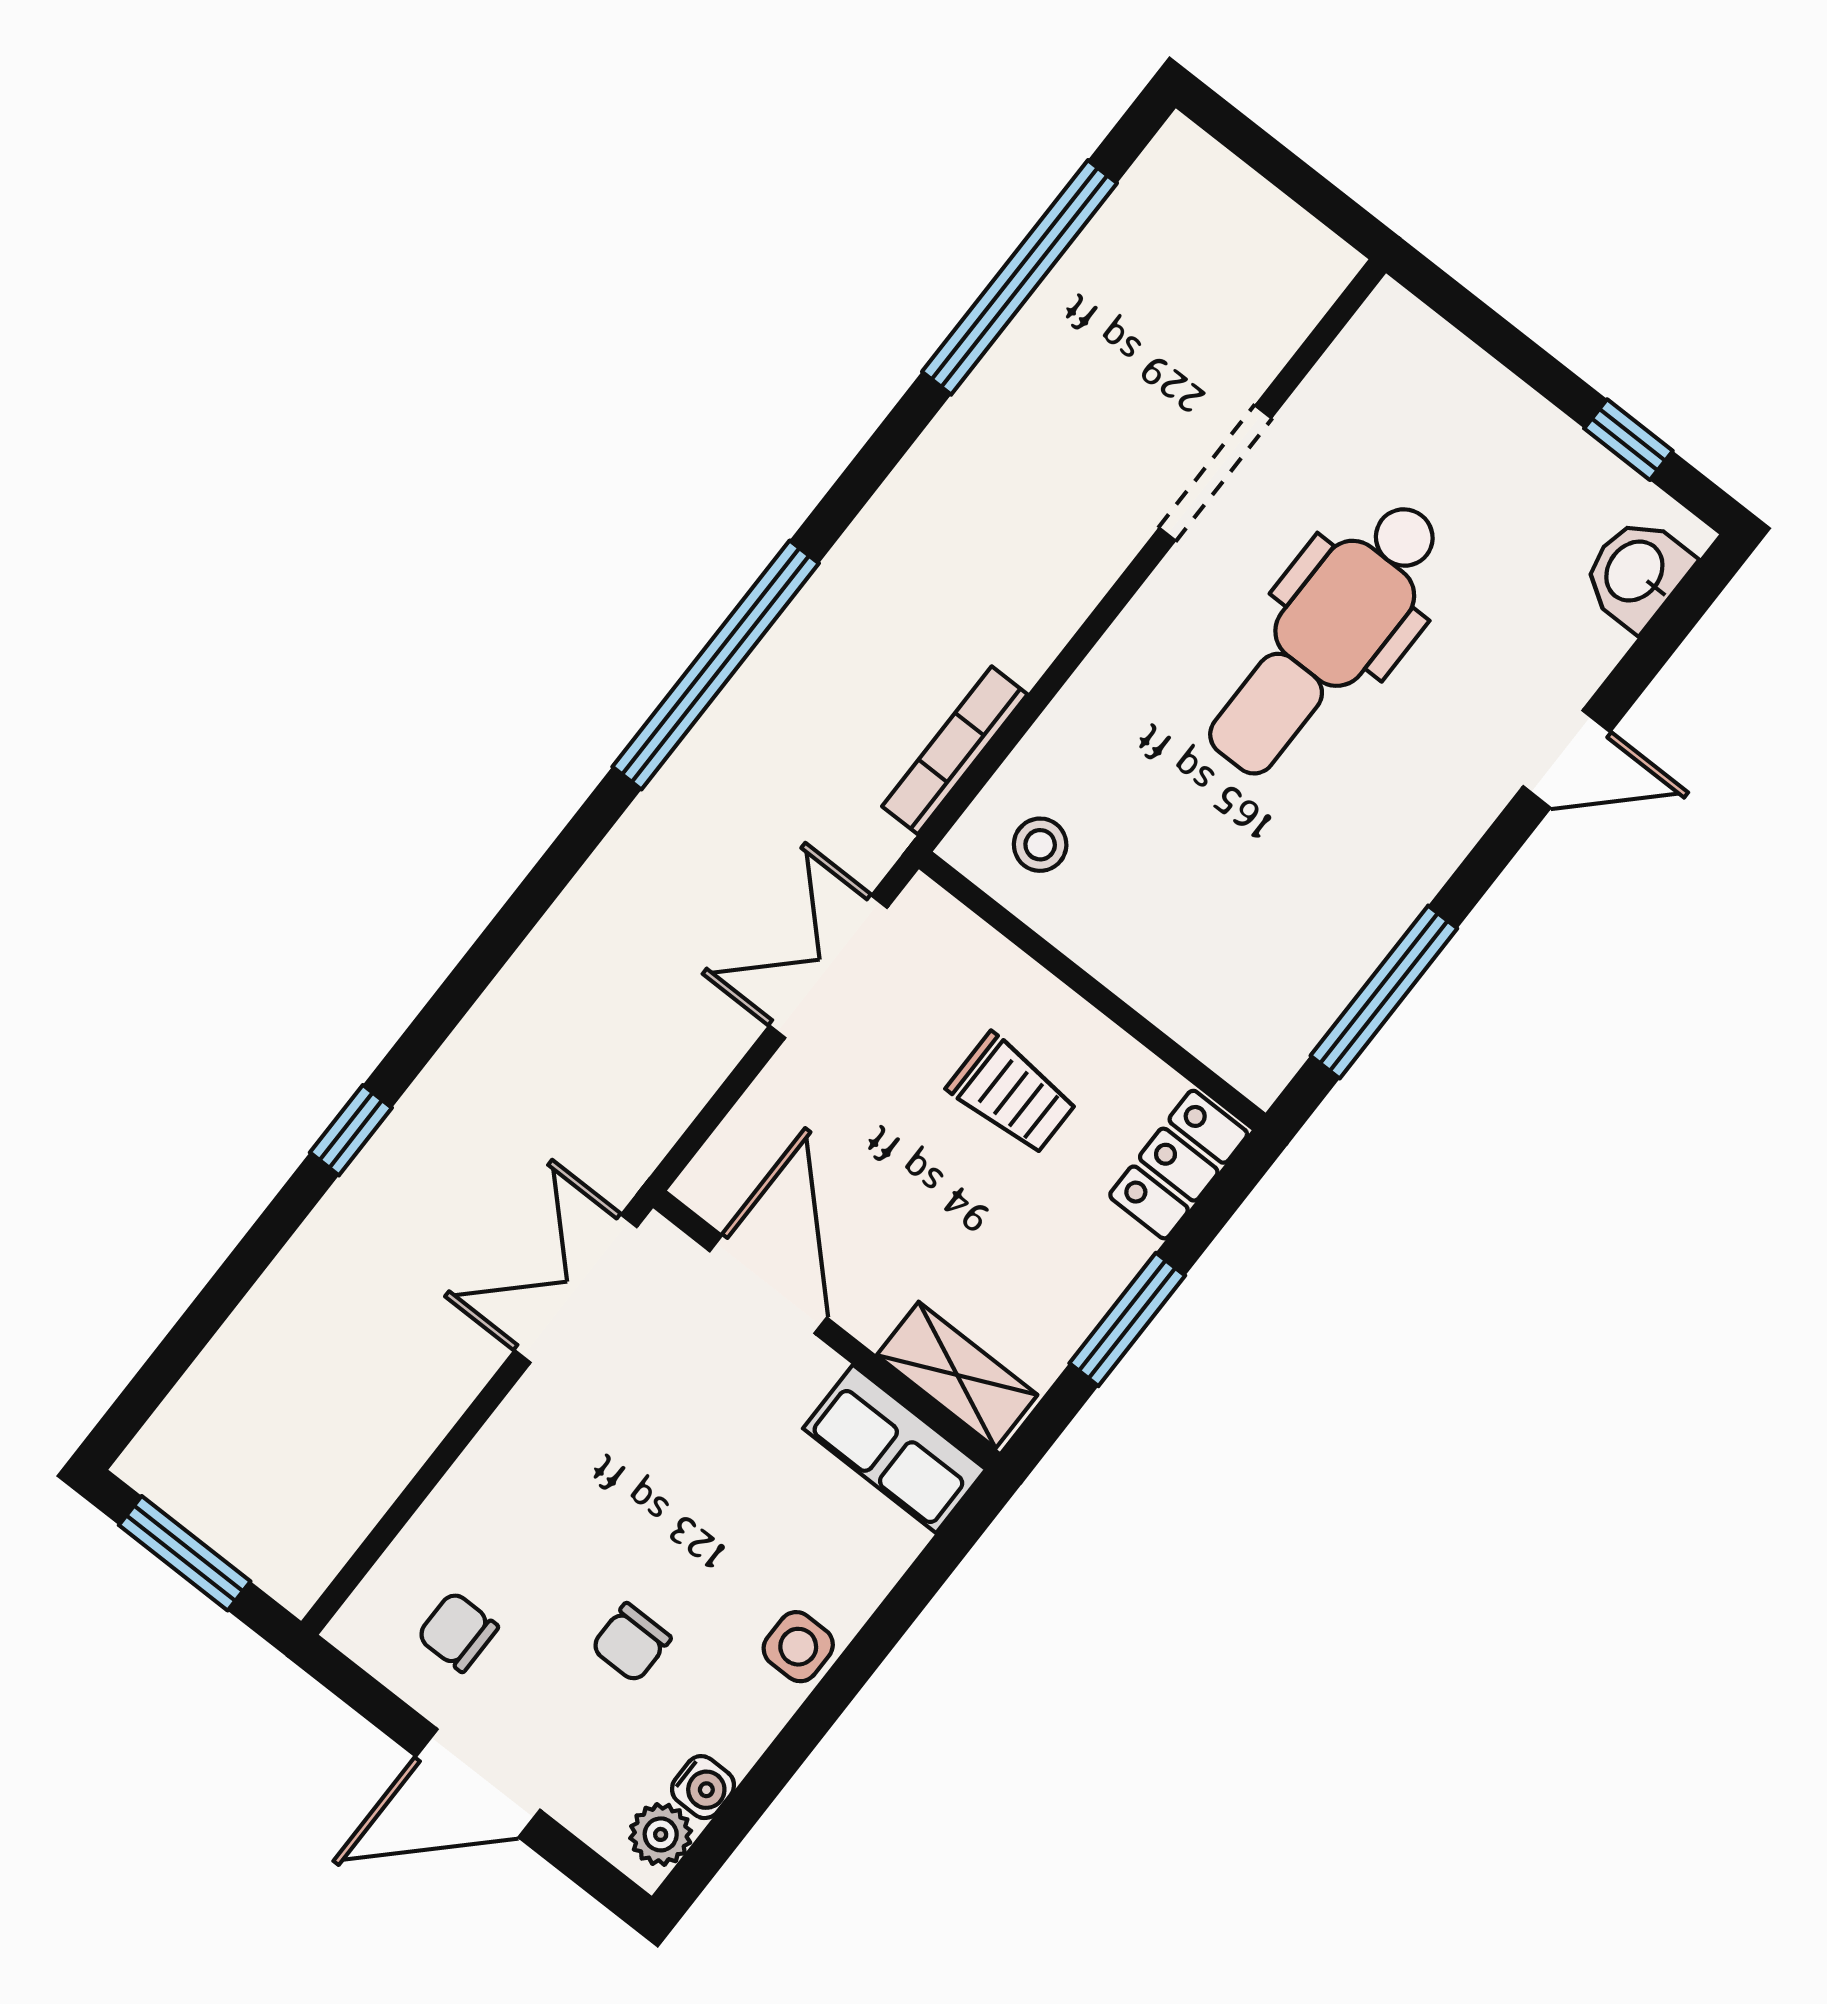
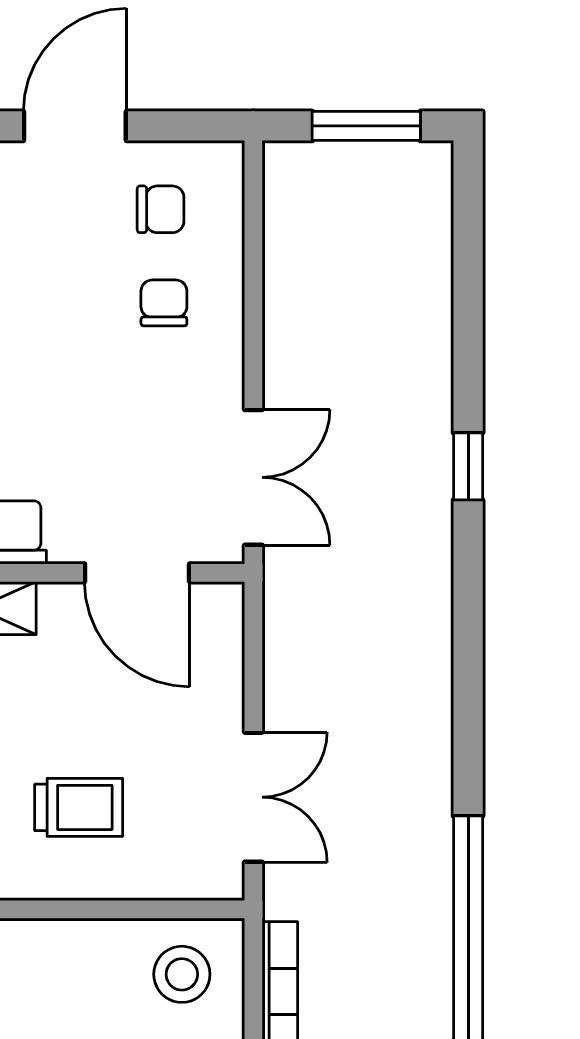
stool: (1040, 845) -> (182, 974), width x1.37, depth x1.37
trolley: (1012, 1094) -> (79, 807), turned 180
chair: (631, 1643) -> (164, 303), moved

